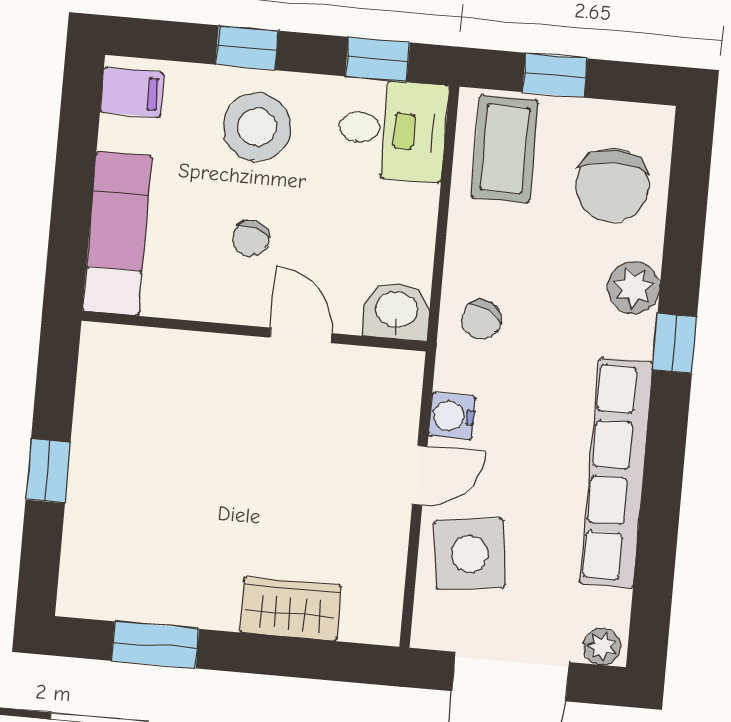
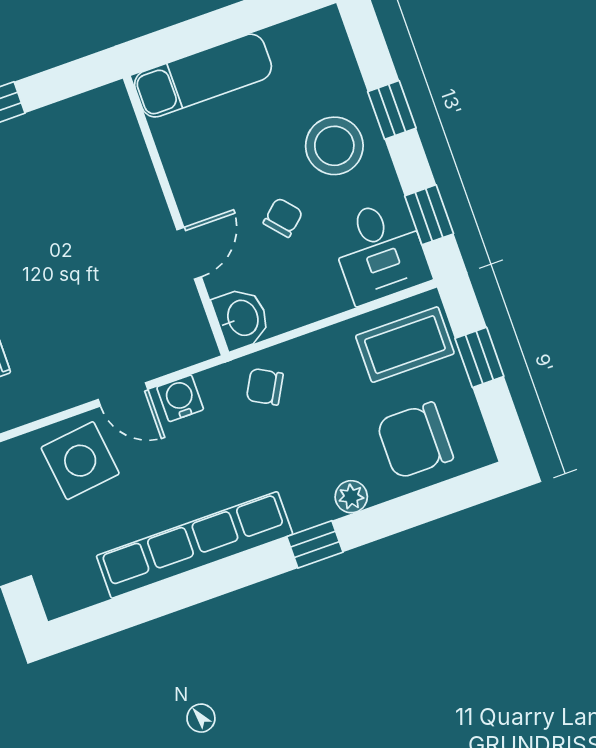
filing cabinet: (132, 92) -> (317, 37), removed
chair: (251, 239) -> (283, 218), moved, turned 122
plant: (634, 287) -> (351, 497), width x0.73, depth x0.73
plant: (602, 646) -> (55, 595), removed

